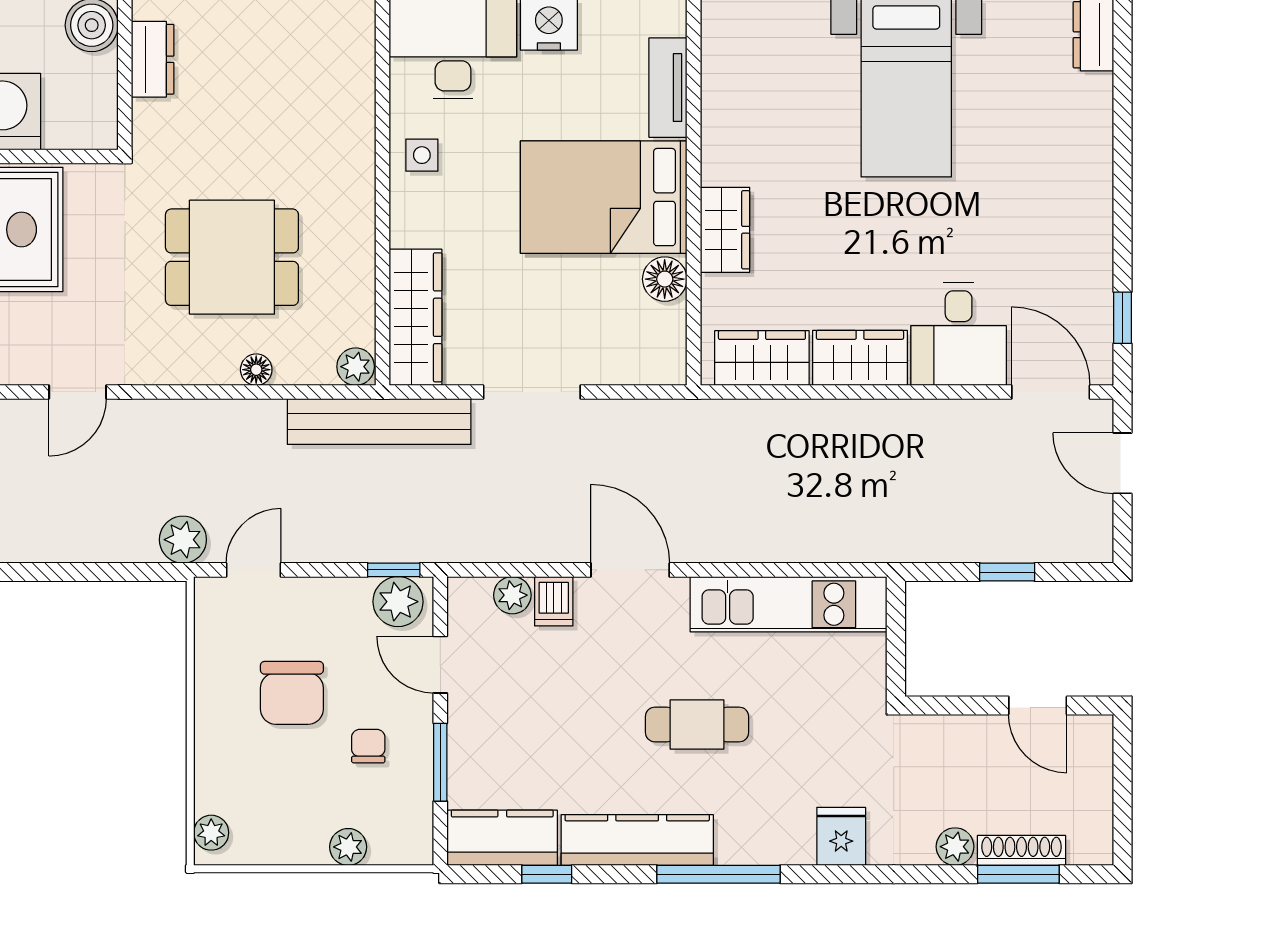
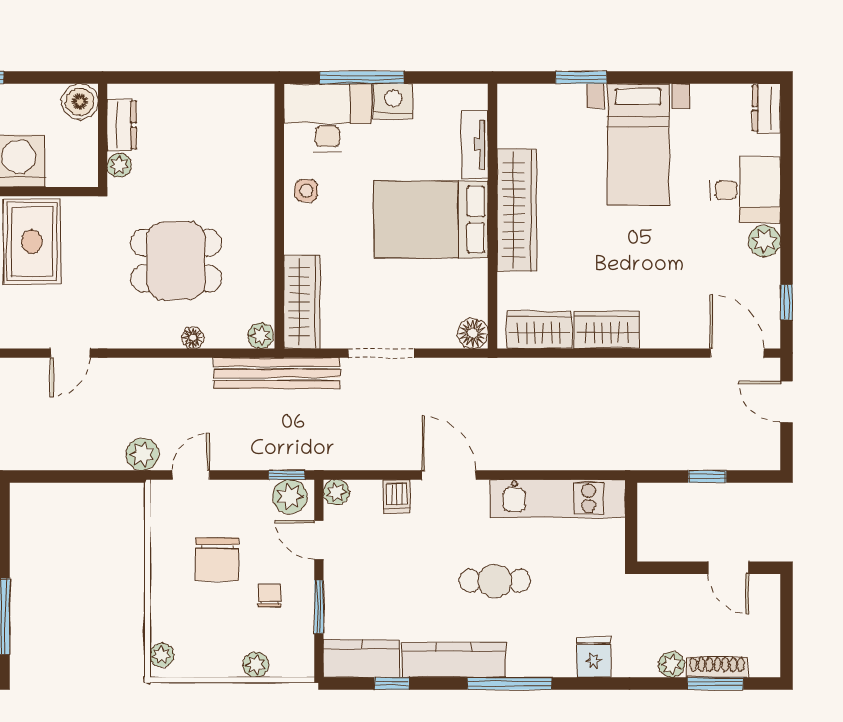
plant: (149, 118) -> (119, 165), added
plant: (1090, 229) -> (764, 241), added
wardrobe: (725, 230) -> (517, 210), width x2.10, depth x1.17
floor lamp: (665, 279) -> (473, 333), moved
desk: (959, 334) -> (745, 190), moved, turned -90
plant: (512, 595) -> (336, 492), moved

